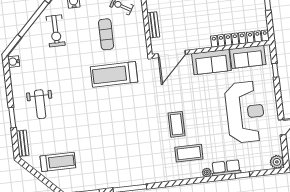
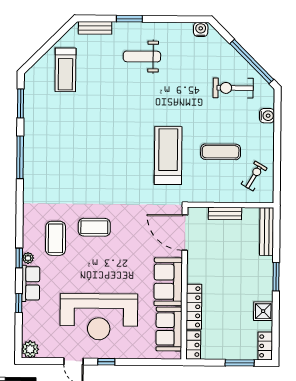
window: (275, 70) -> (106, 362), moved
window: (208, 179) -> (19, 258), added

